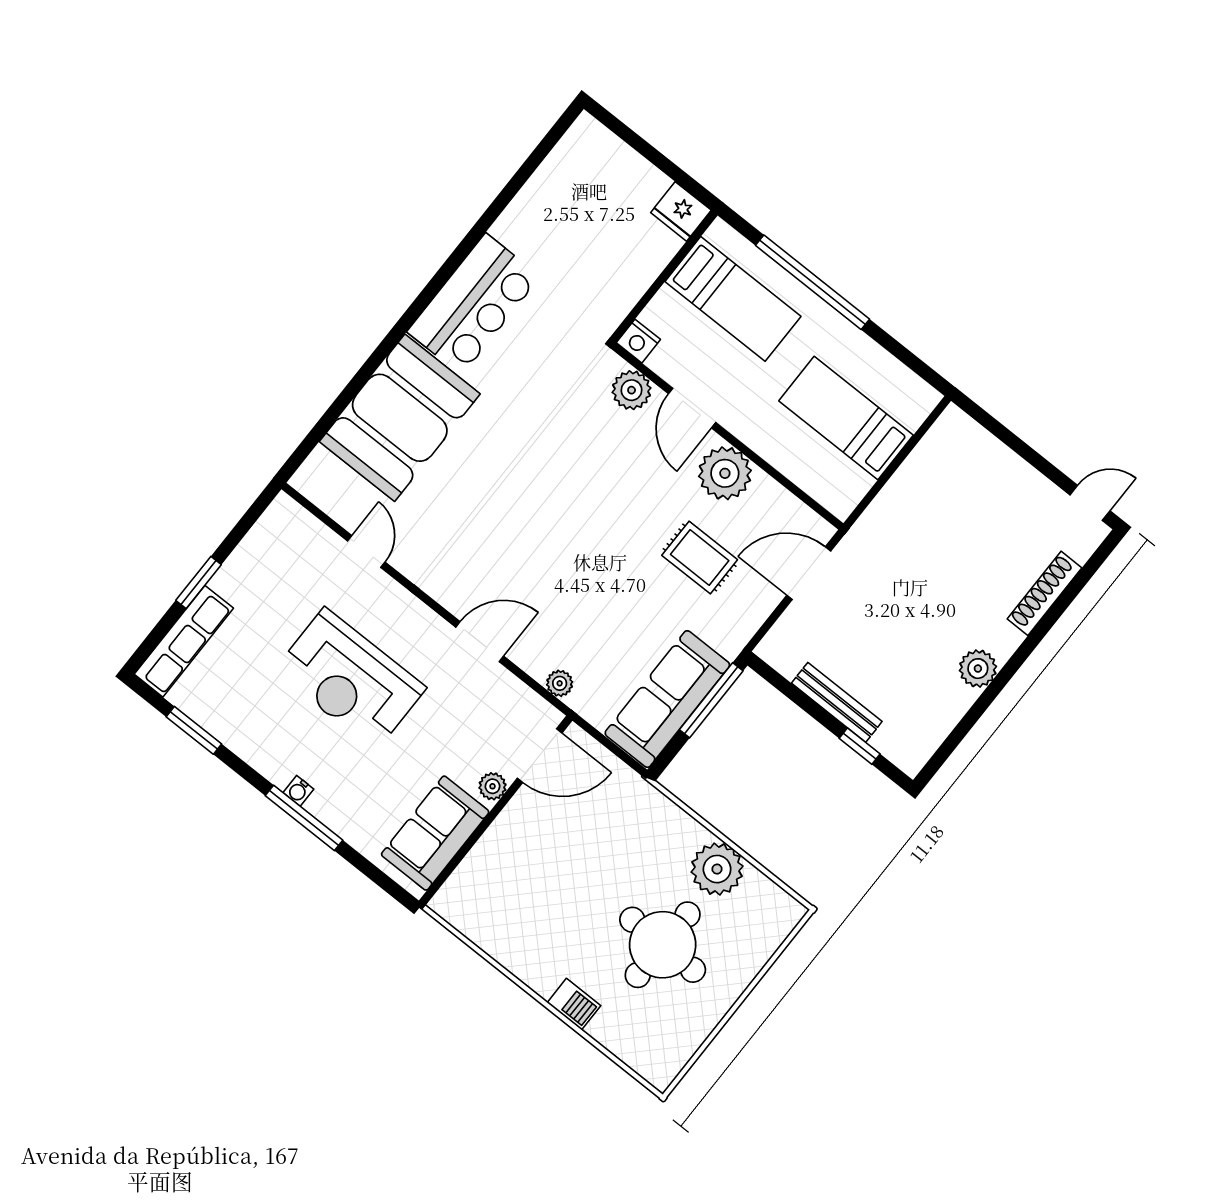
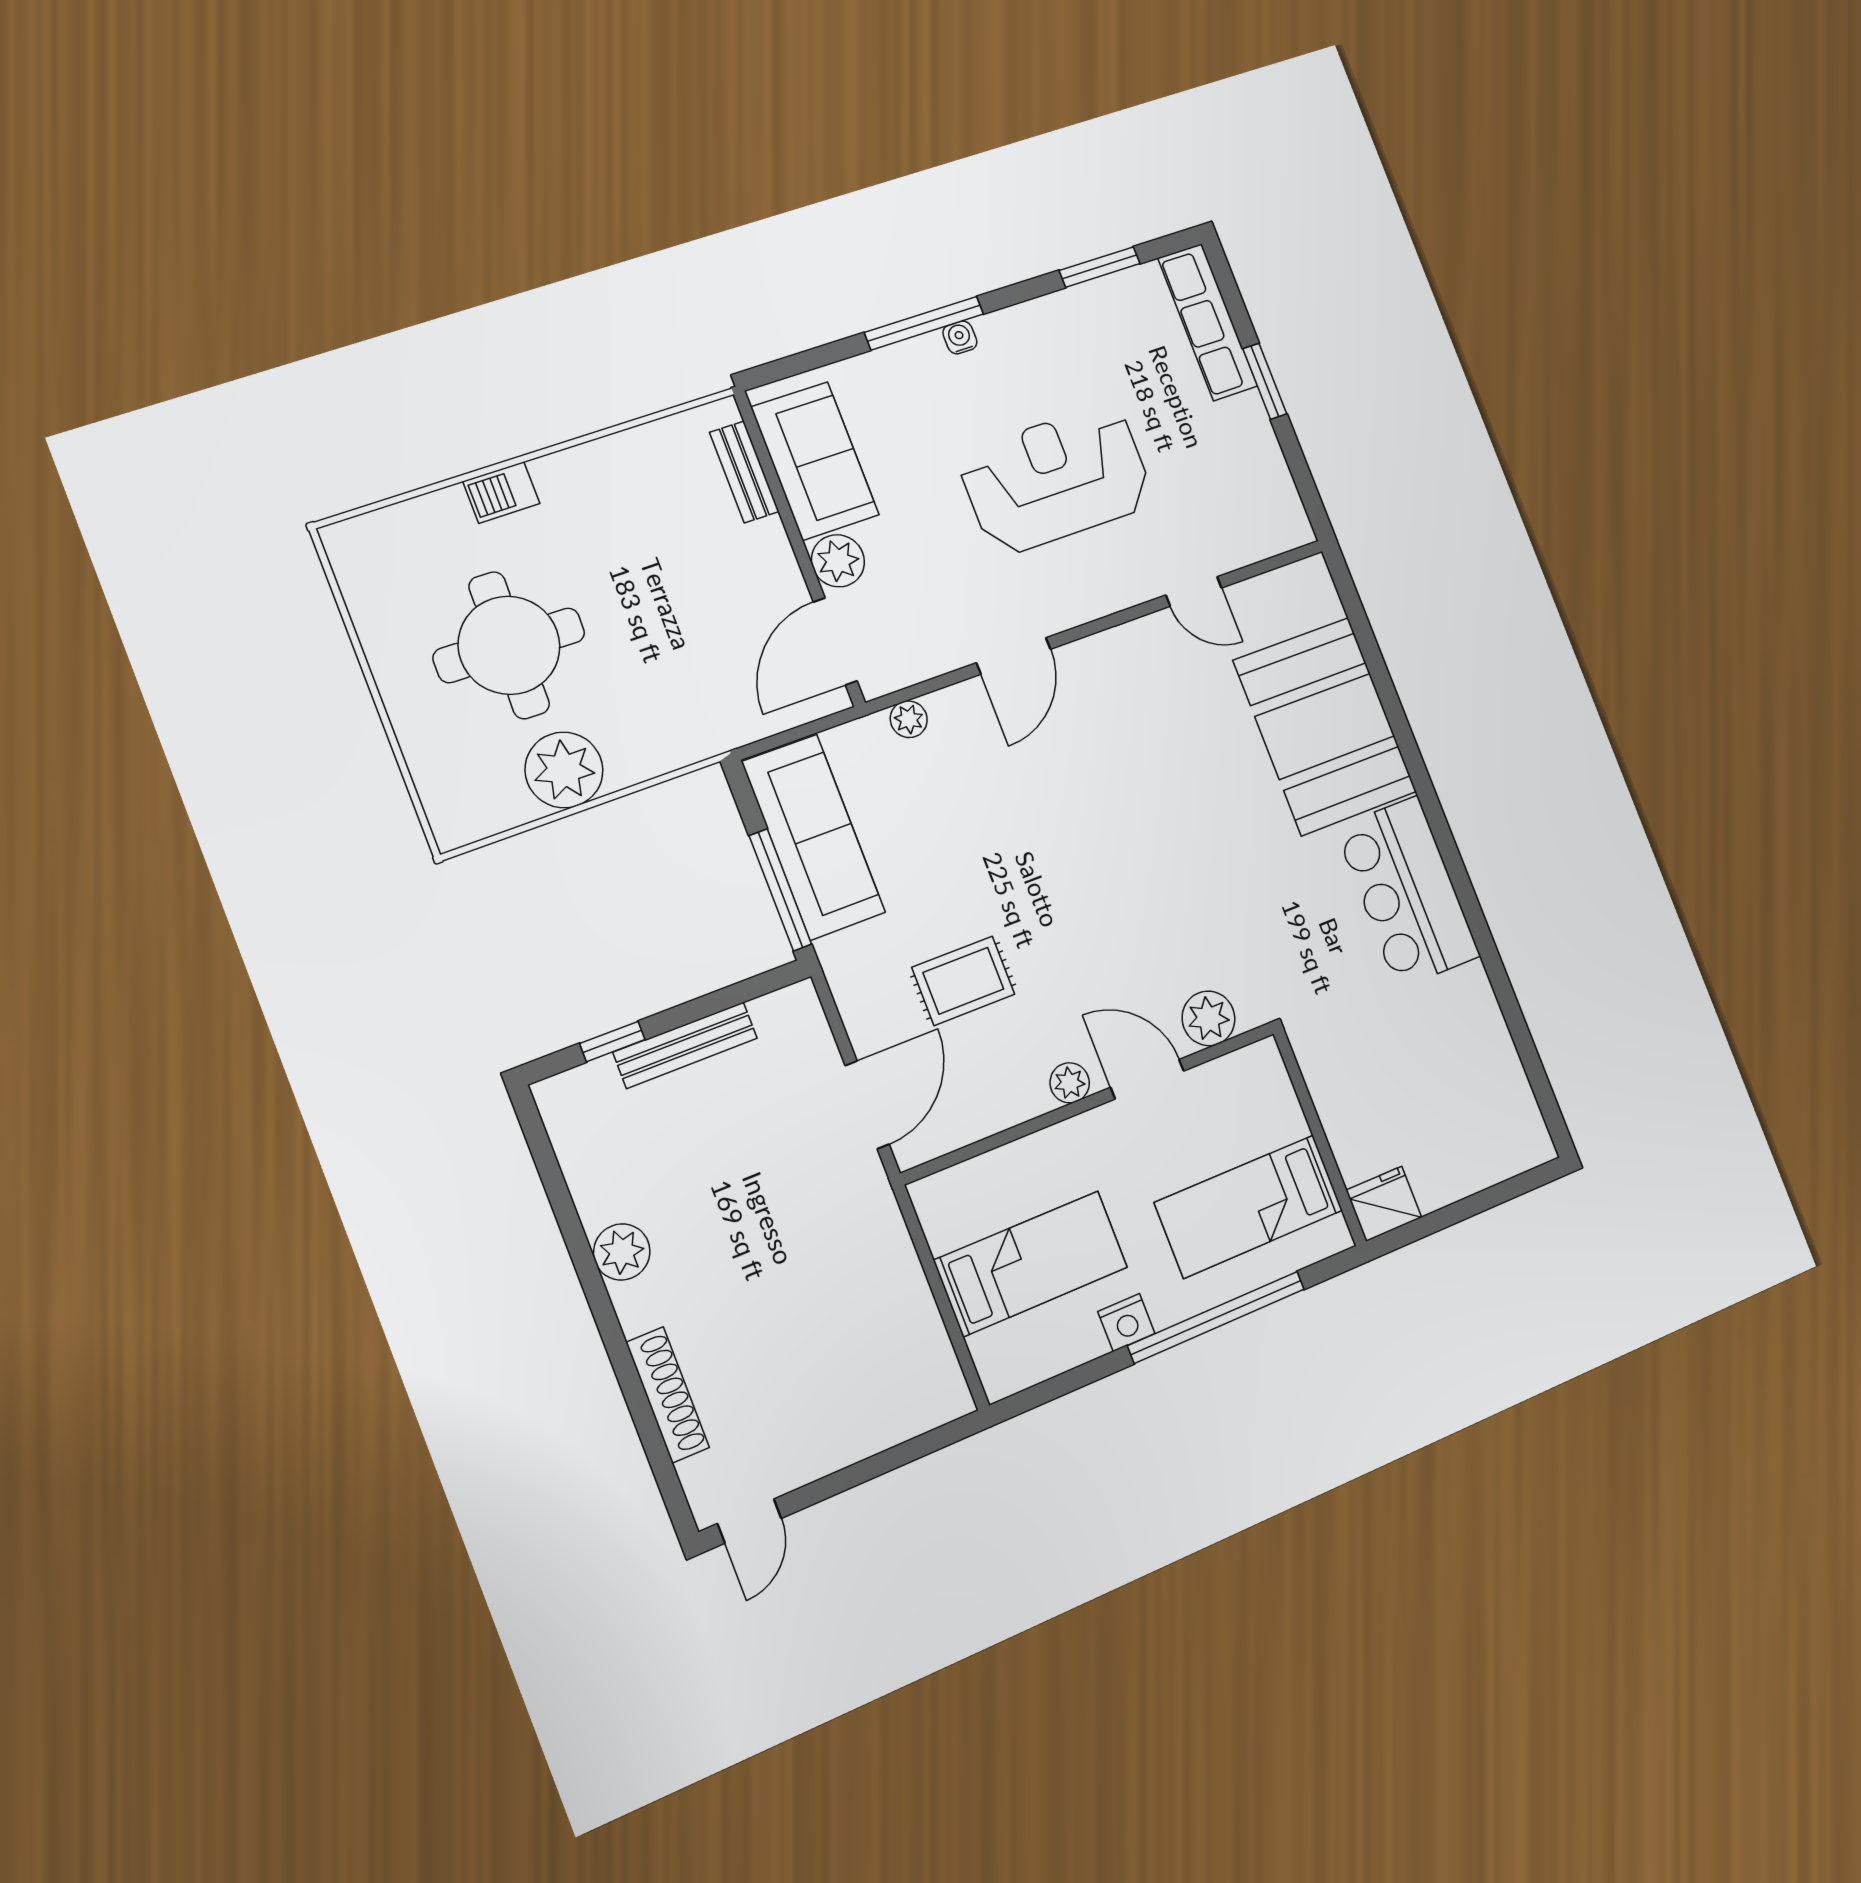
nightstand: (638, 341) -> (1126, 1322), moved, turned 180
plant: (725, 473) -> (1070, 1083), width x0.53, depth x0.53
plant: (492, 786) -> (838, 561), width x1.38, depth x1.38
bench: (470, 871) -> (744, 472), added

